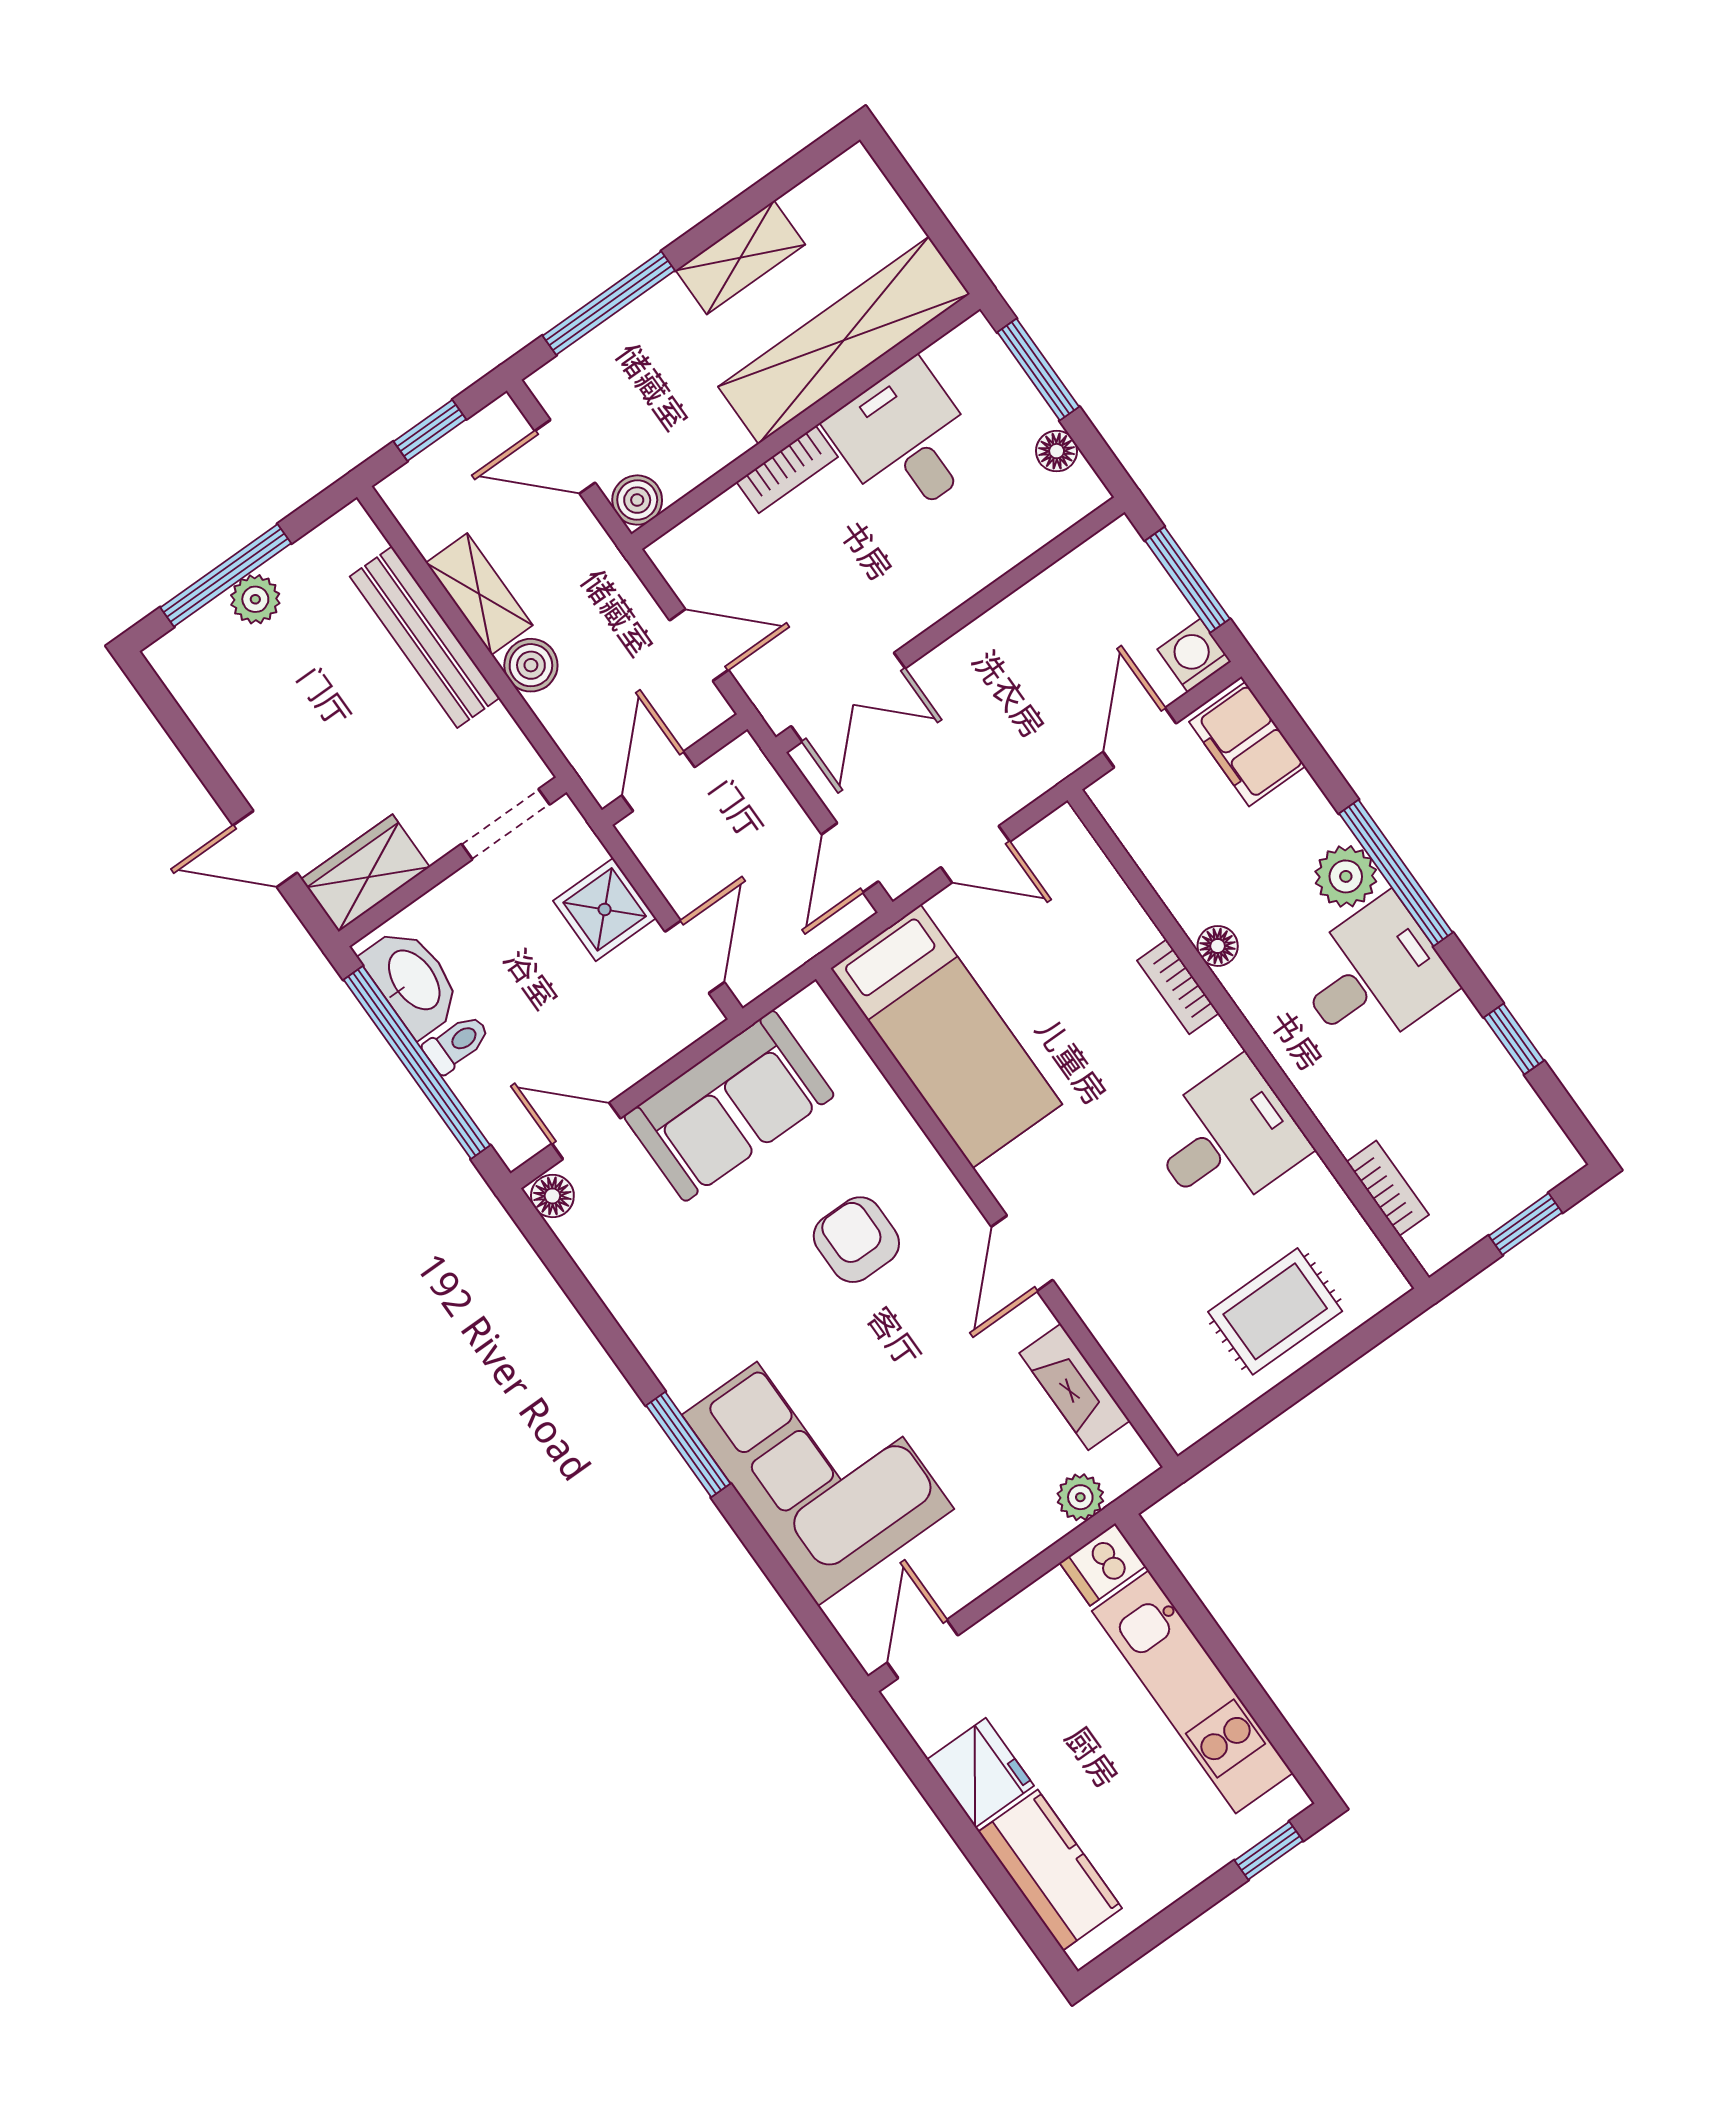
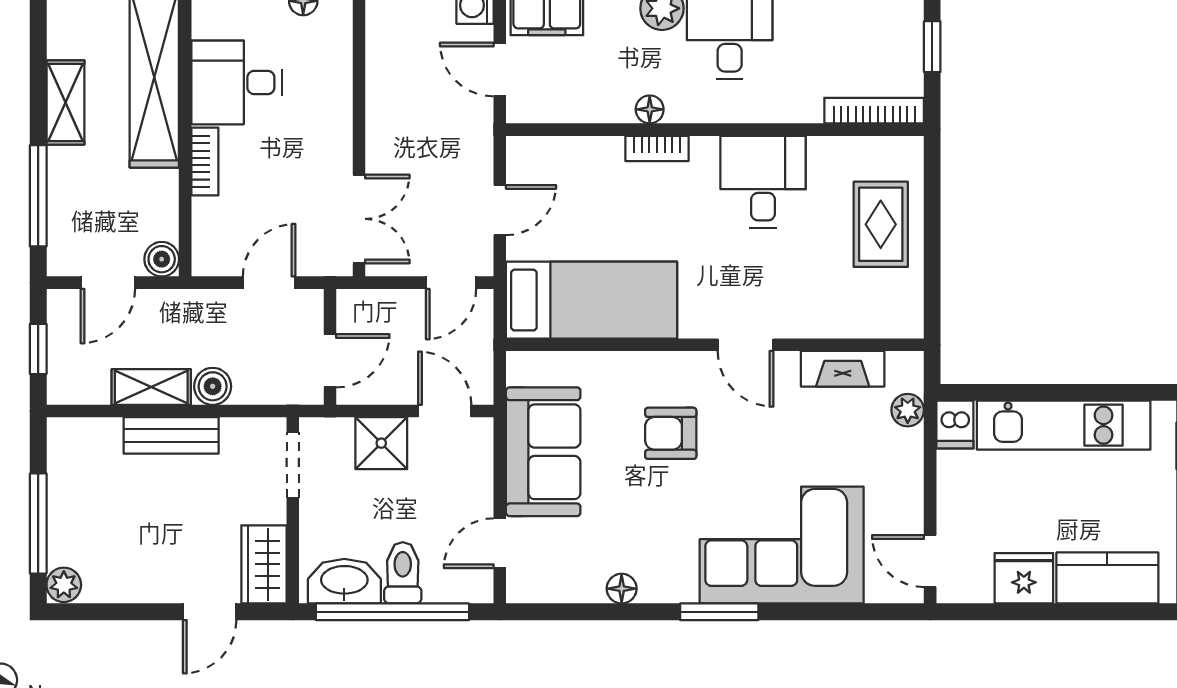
plant: (255, 599) -> (64, 585), moved
bench: (425, 637) -> (171, 435), width x0.73
door: (658, 781) -> (330, 361), swing flipped
door: (850, 858) -> (451, 283), hinge flipped
toilet: (457, 1043) -> (403, 573), width x1.37, depth x1.39
bookcase: (1388, 1188) -> (874, 111), width x1.56
floor lamp: (552, 1196) -> (622, 589), moved

